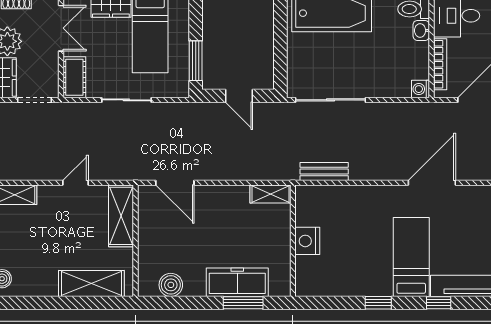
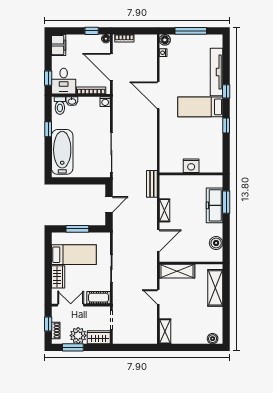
window: (196, 61) -> (77, 229), moved
bench: (324, 172) -> (152, 184), moved
shelving: (271, 194) -> (165, 210), moved

